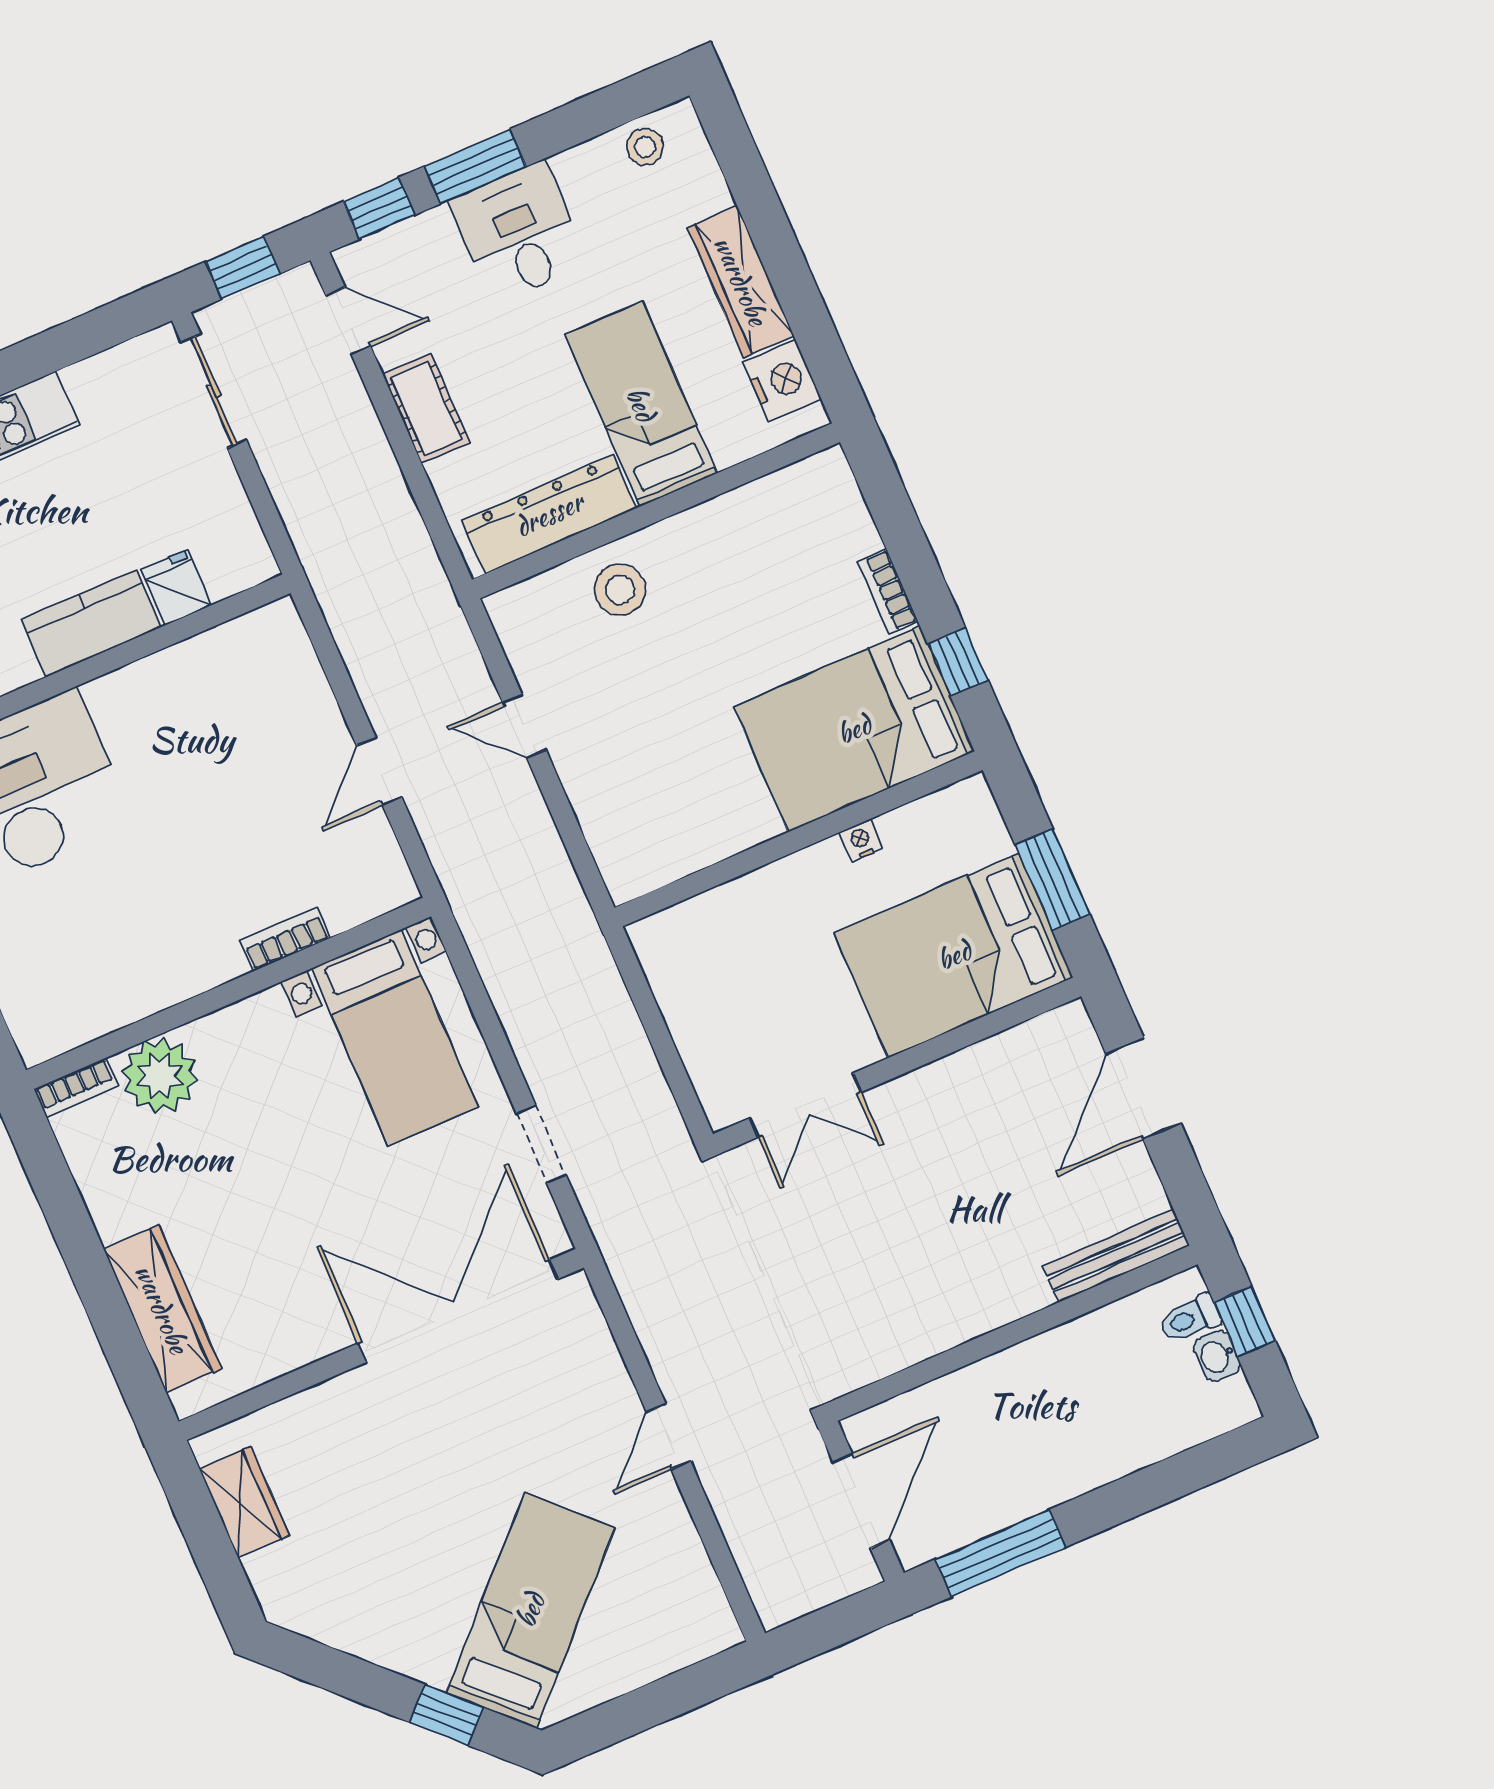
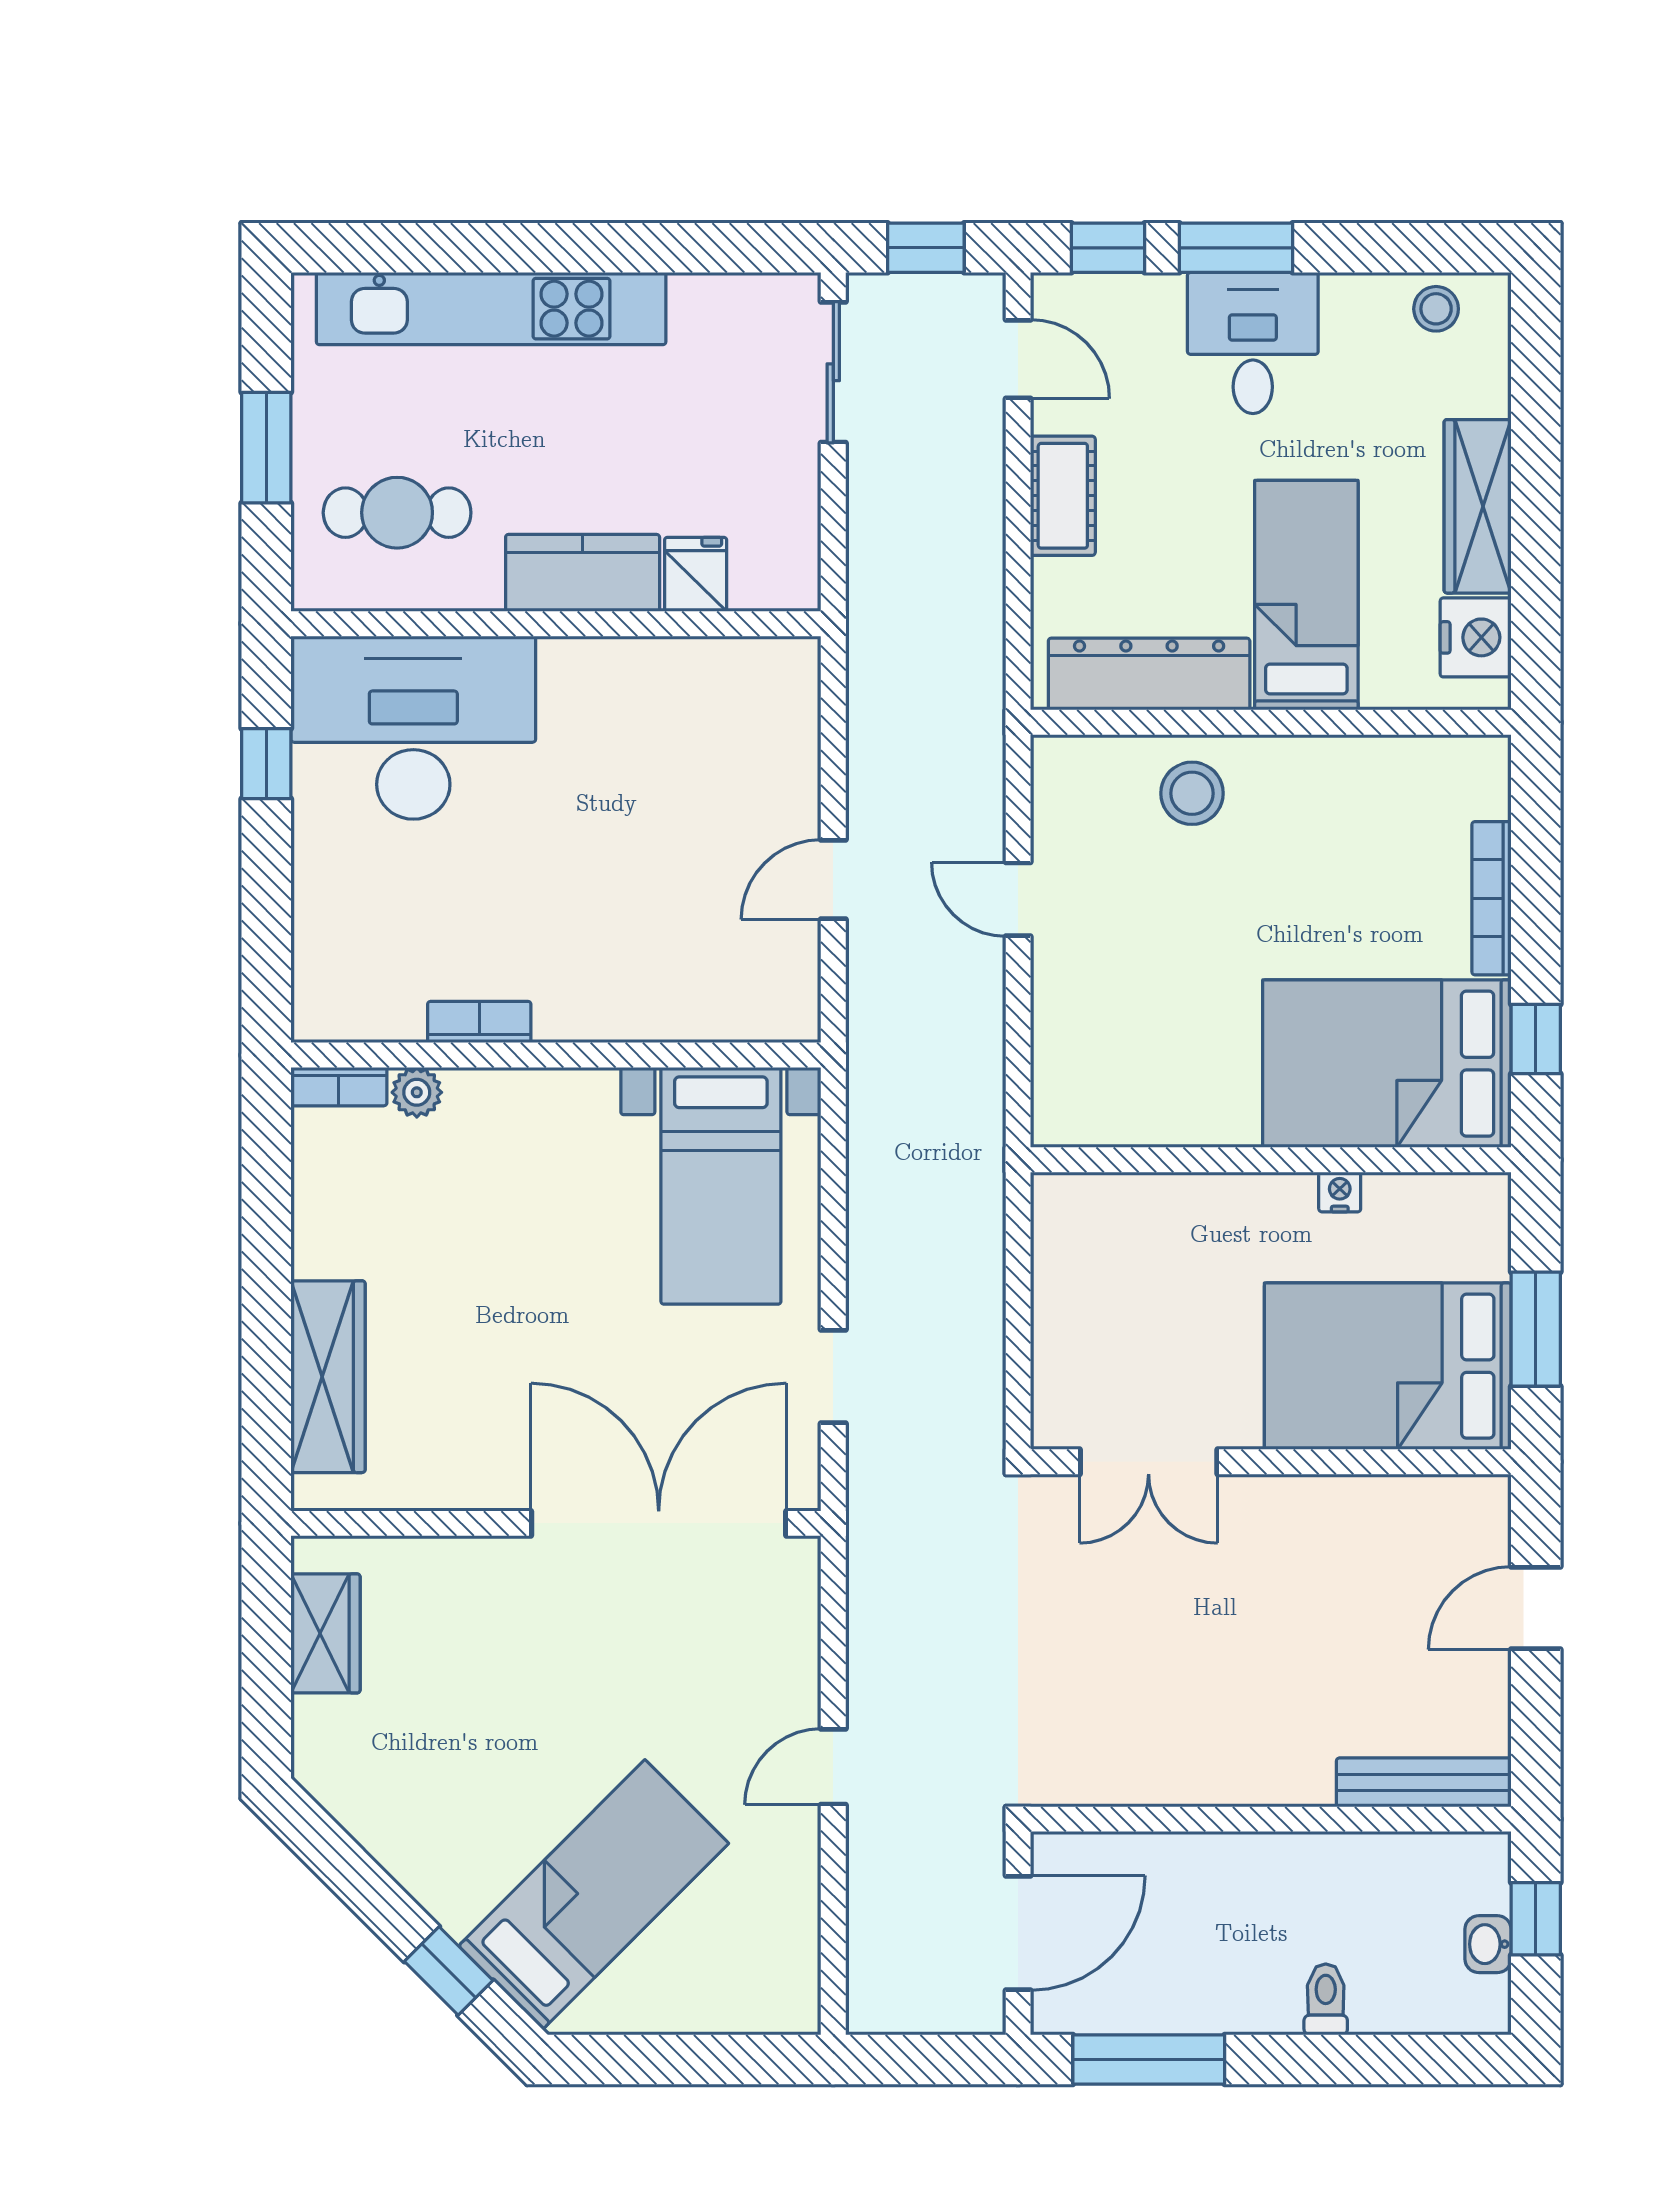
bookcase: (888, 591) -> (1491, 898), width x1.56
bookcase: (285, 939) -> (479, 1022), moved
plant: (160, 1076) -> (417, 1092), width x0.53, depth x0.53
door: (1143, 1088) -> (1536, 1608), width x0.73
toilet: (1190, 1319) -> (1326, 1999), moved, turned 90

